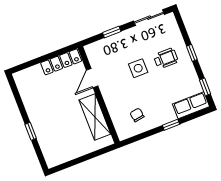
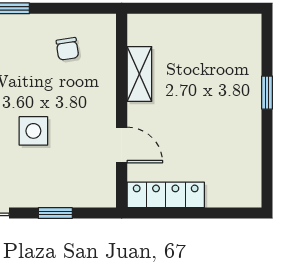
door: (92, 78) -> (122, 145), hinge flipped
shelving: (95, 117) -> (139, 74), width x0.67, depth x0.75

